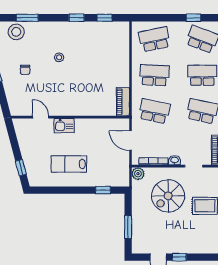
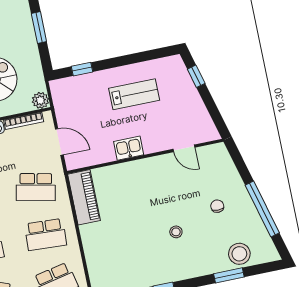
piano: (123, 102) -> (84, 197), width x1.37, depth x1.33
kitchen sink: (64, 126) -> (129, 148), moved

